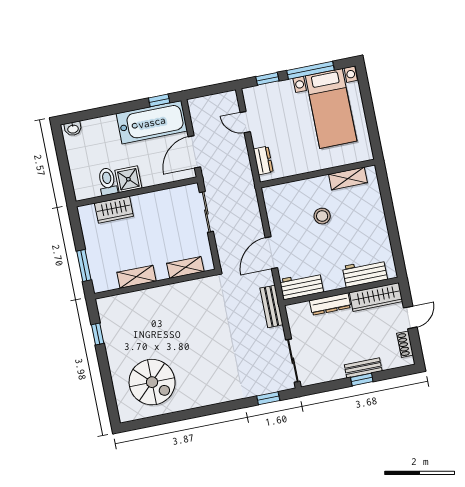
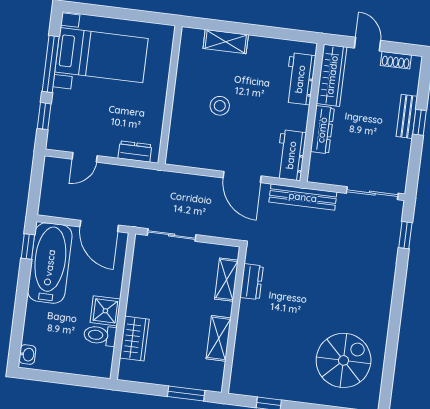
shelving: (348, 178) -> (226, 42), moved, turned 90
dresser: (190, 288) -> (252, 282), added
bench: (271, 306) -> (303, 197), width x1.36

